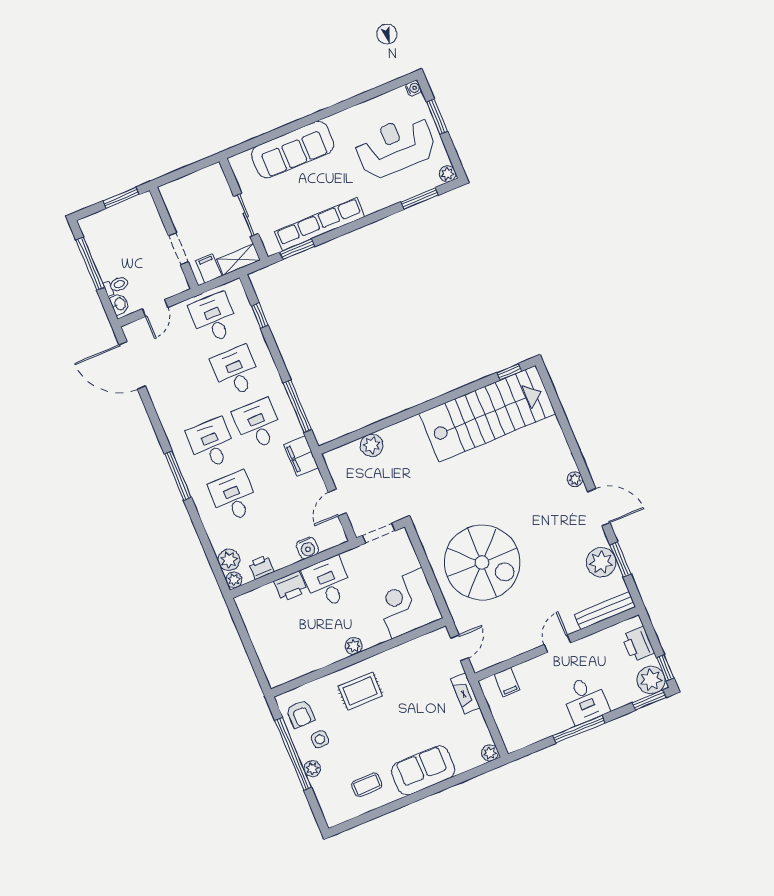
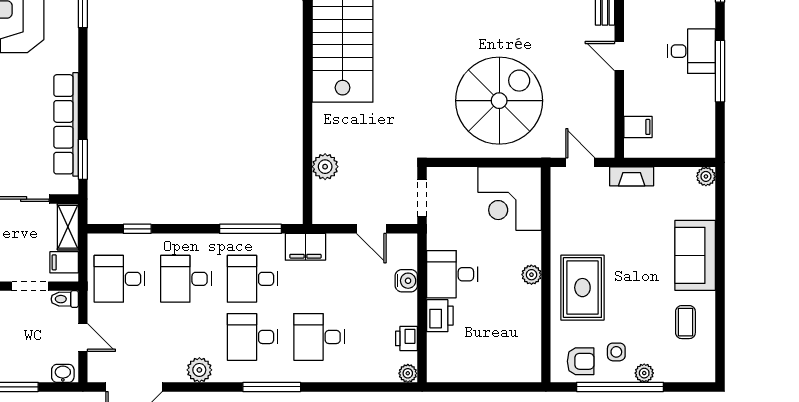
toilet: (116, 285) -> (65, 299), moved, turned -90
plant: (229, 560) -> (199, 370), moved
rug: (360, 691) -> (582, 288), width x1.36, depth x1.43

